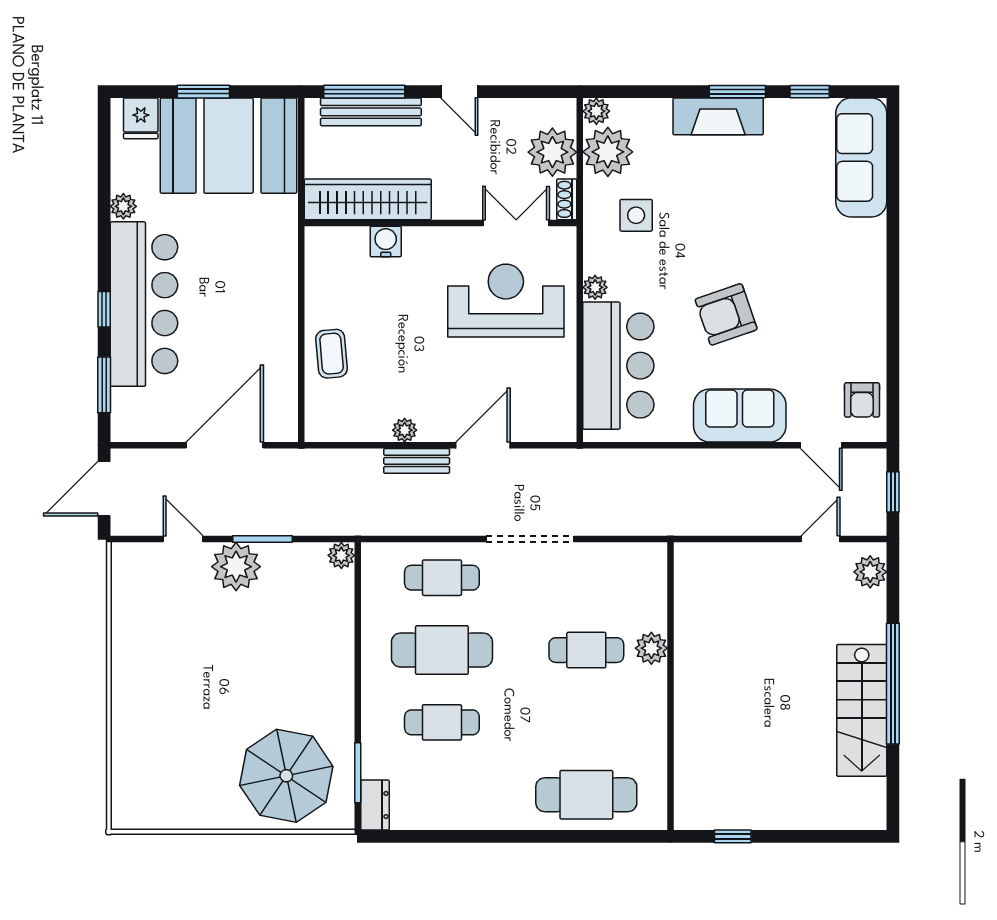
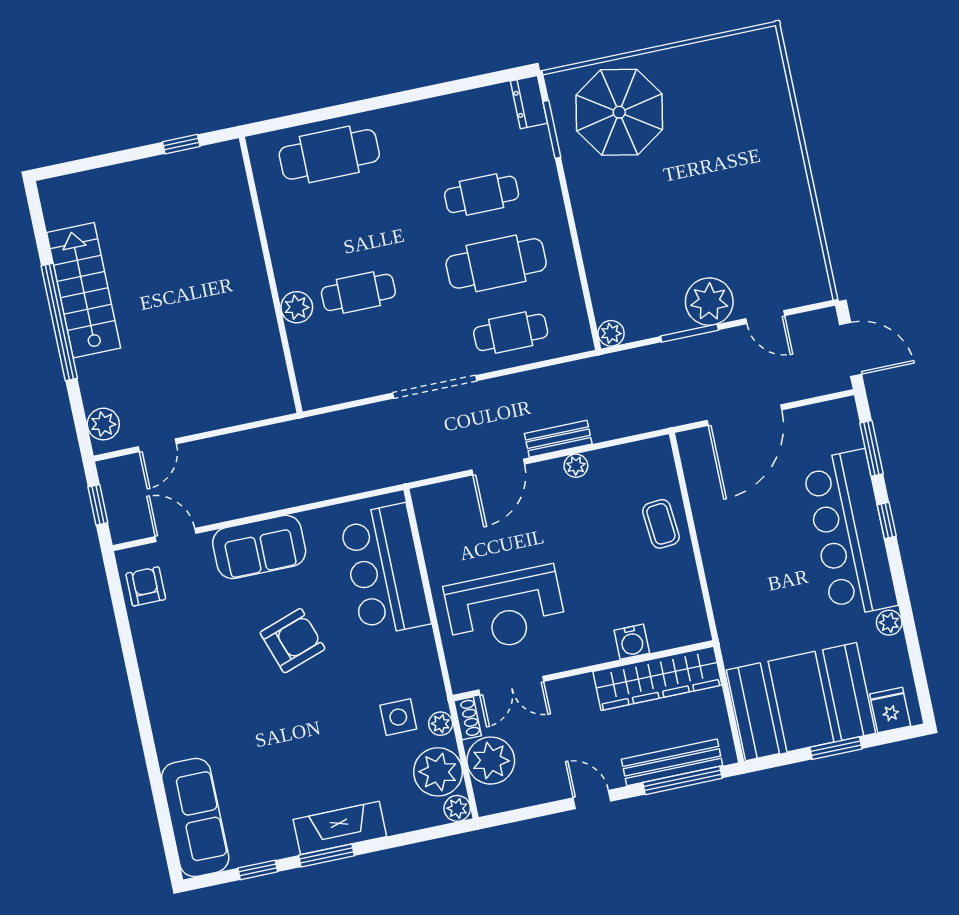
plant: (595, 287) -> (441, 724), moved
door: (104, 489) -> (851, 349), hinge flipped

